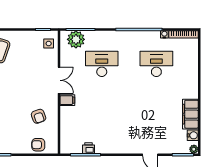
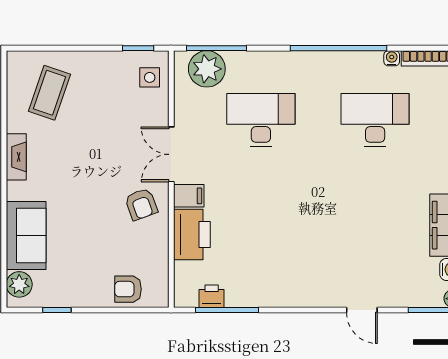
double door: (59, 80) -> (171, 154), swing flipped
armchair: (39, 116) -> (141, 204), moved
printer: (69, 119) -> (192, 235), added
printer: (89, 148) -> (212, 296), moved

